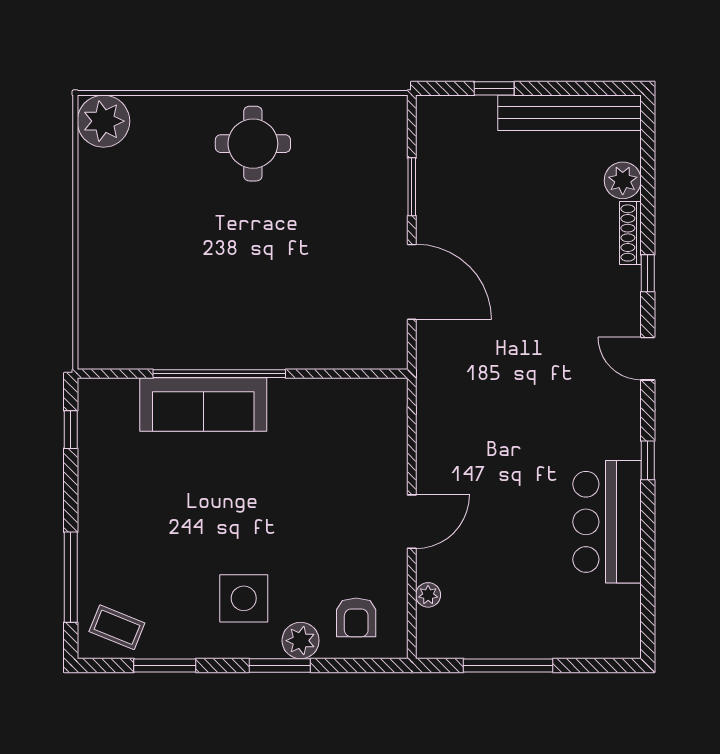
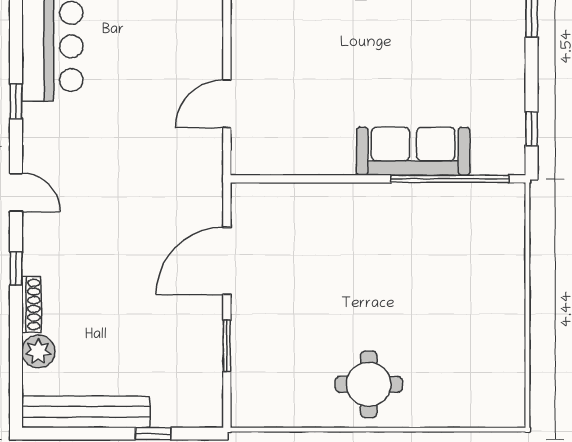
plant: (103, 121) -> (502, 404), removed
door: (412, 282) -> (227, 261), hinge flipped
window: (219, 374) -> (450, 179), moved
door: (412, 522) -> (227, 104), moved

